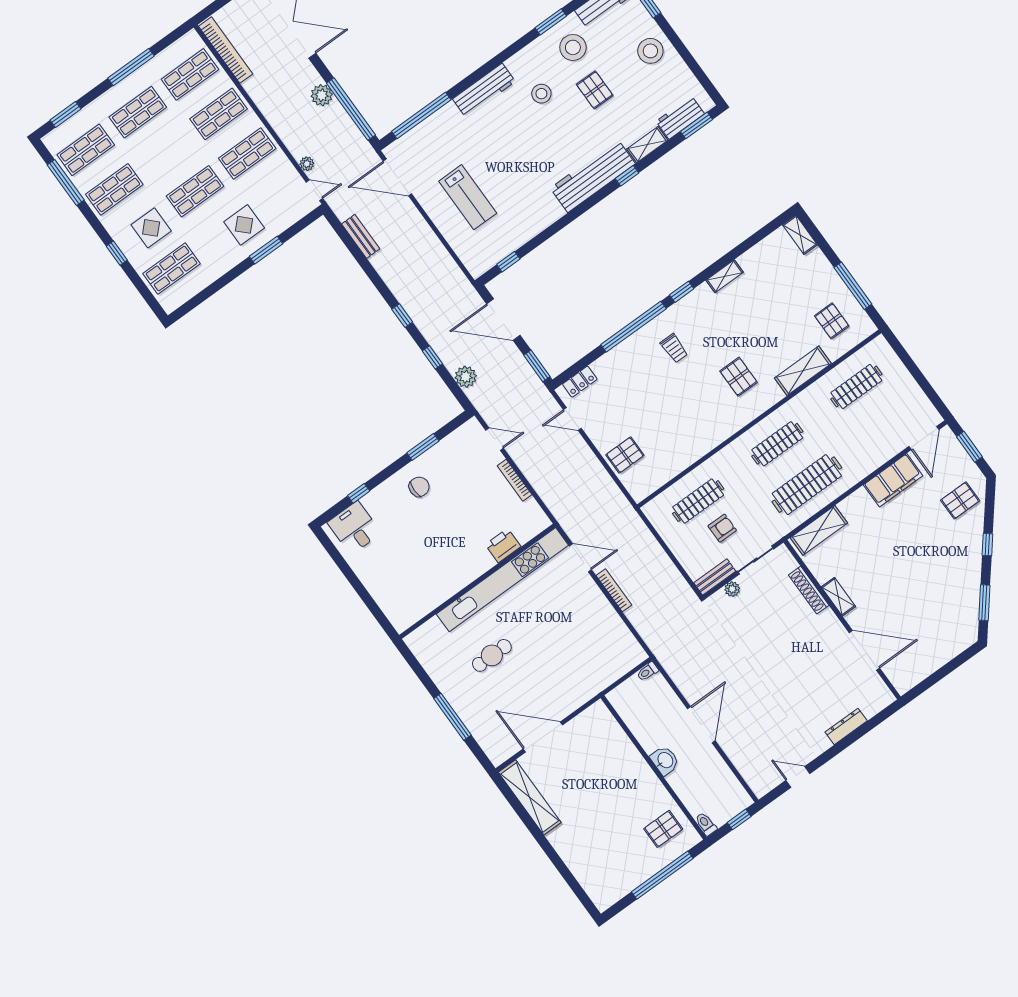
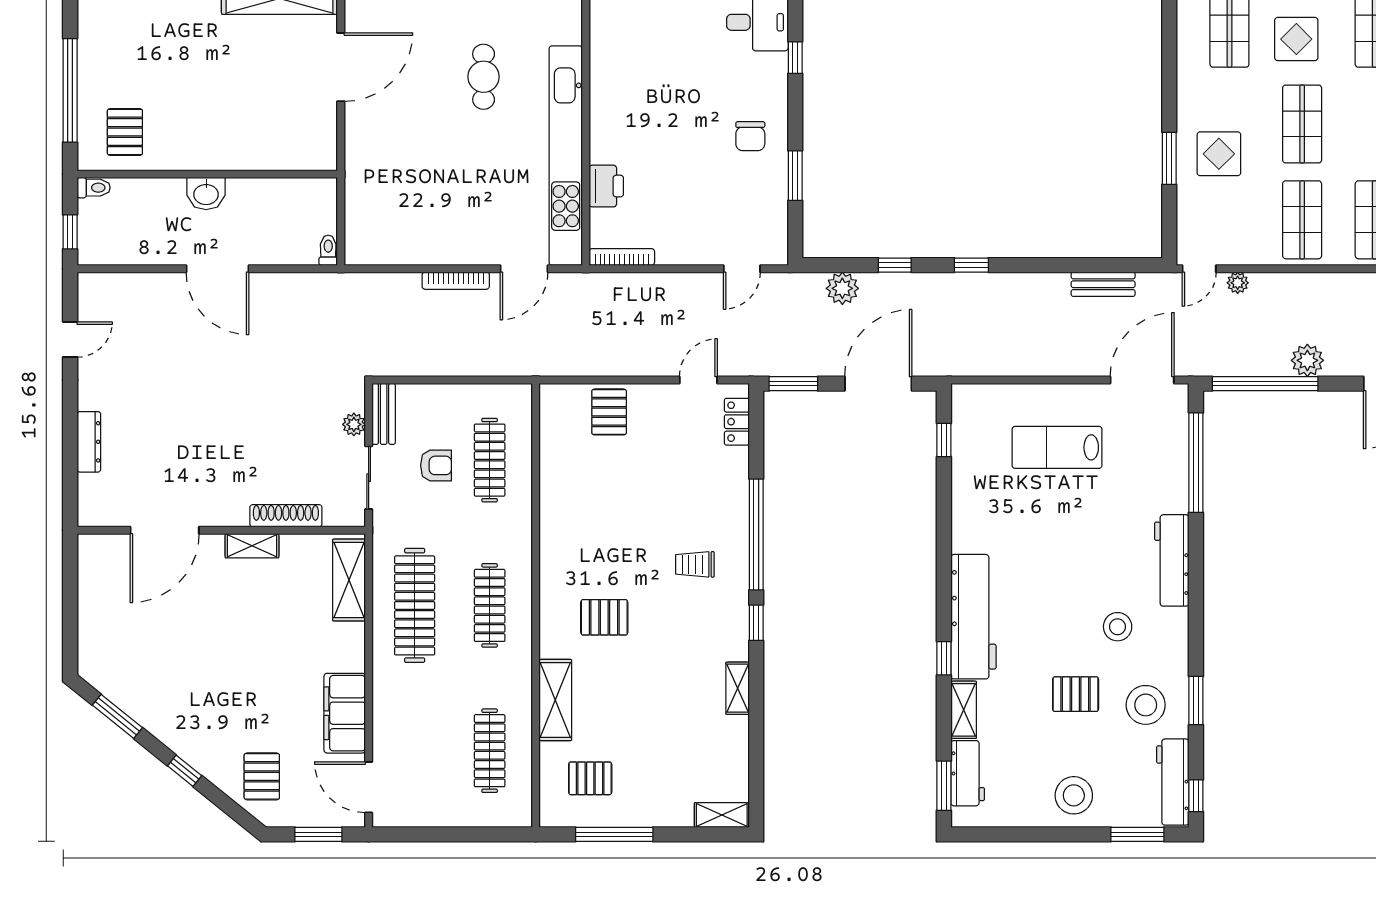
bookcase: (515, 480) -> (622, 257), moved
armchair: (722, 528) -> (436, 465), turned -90

